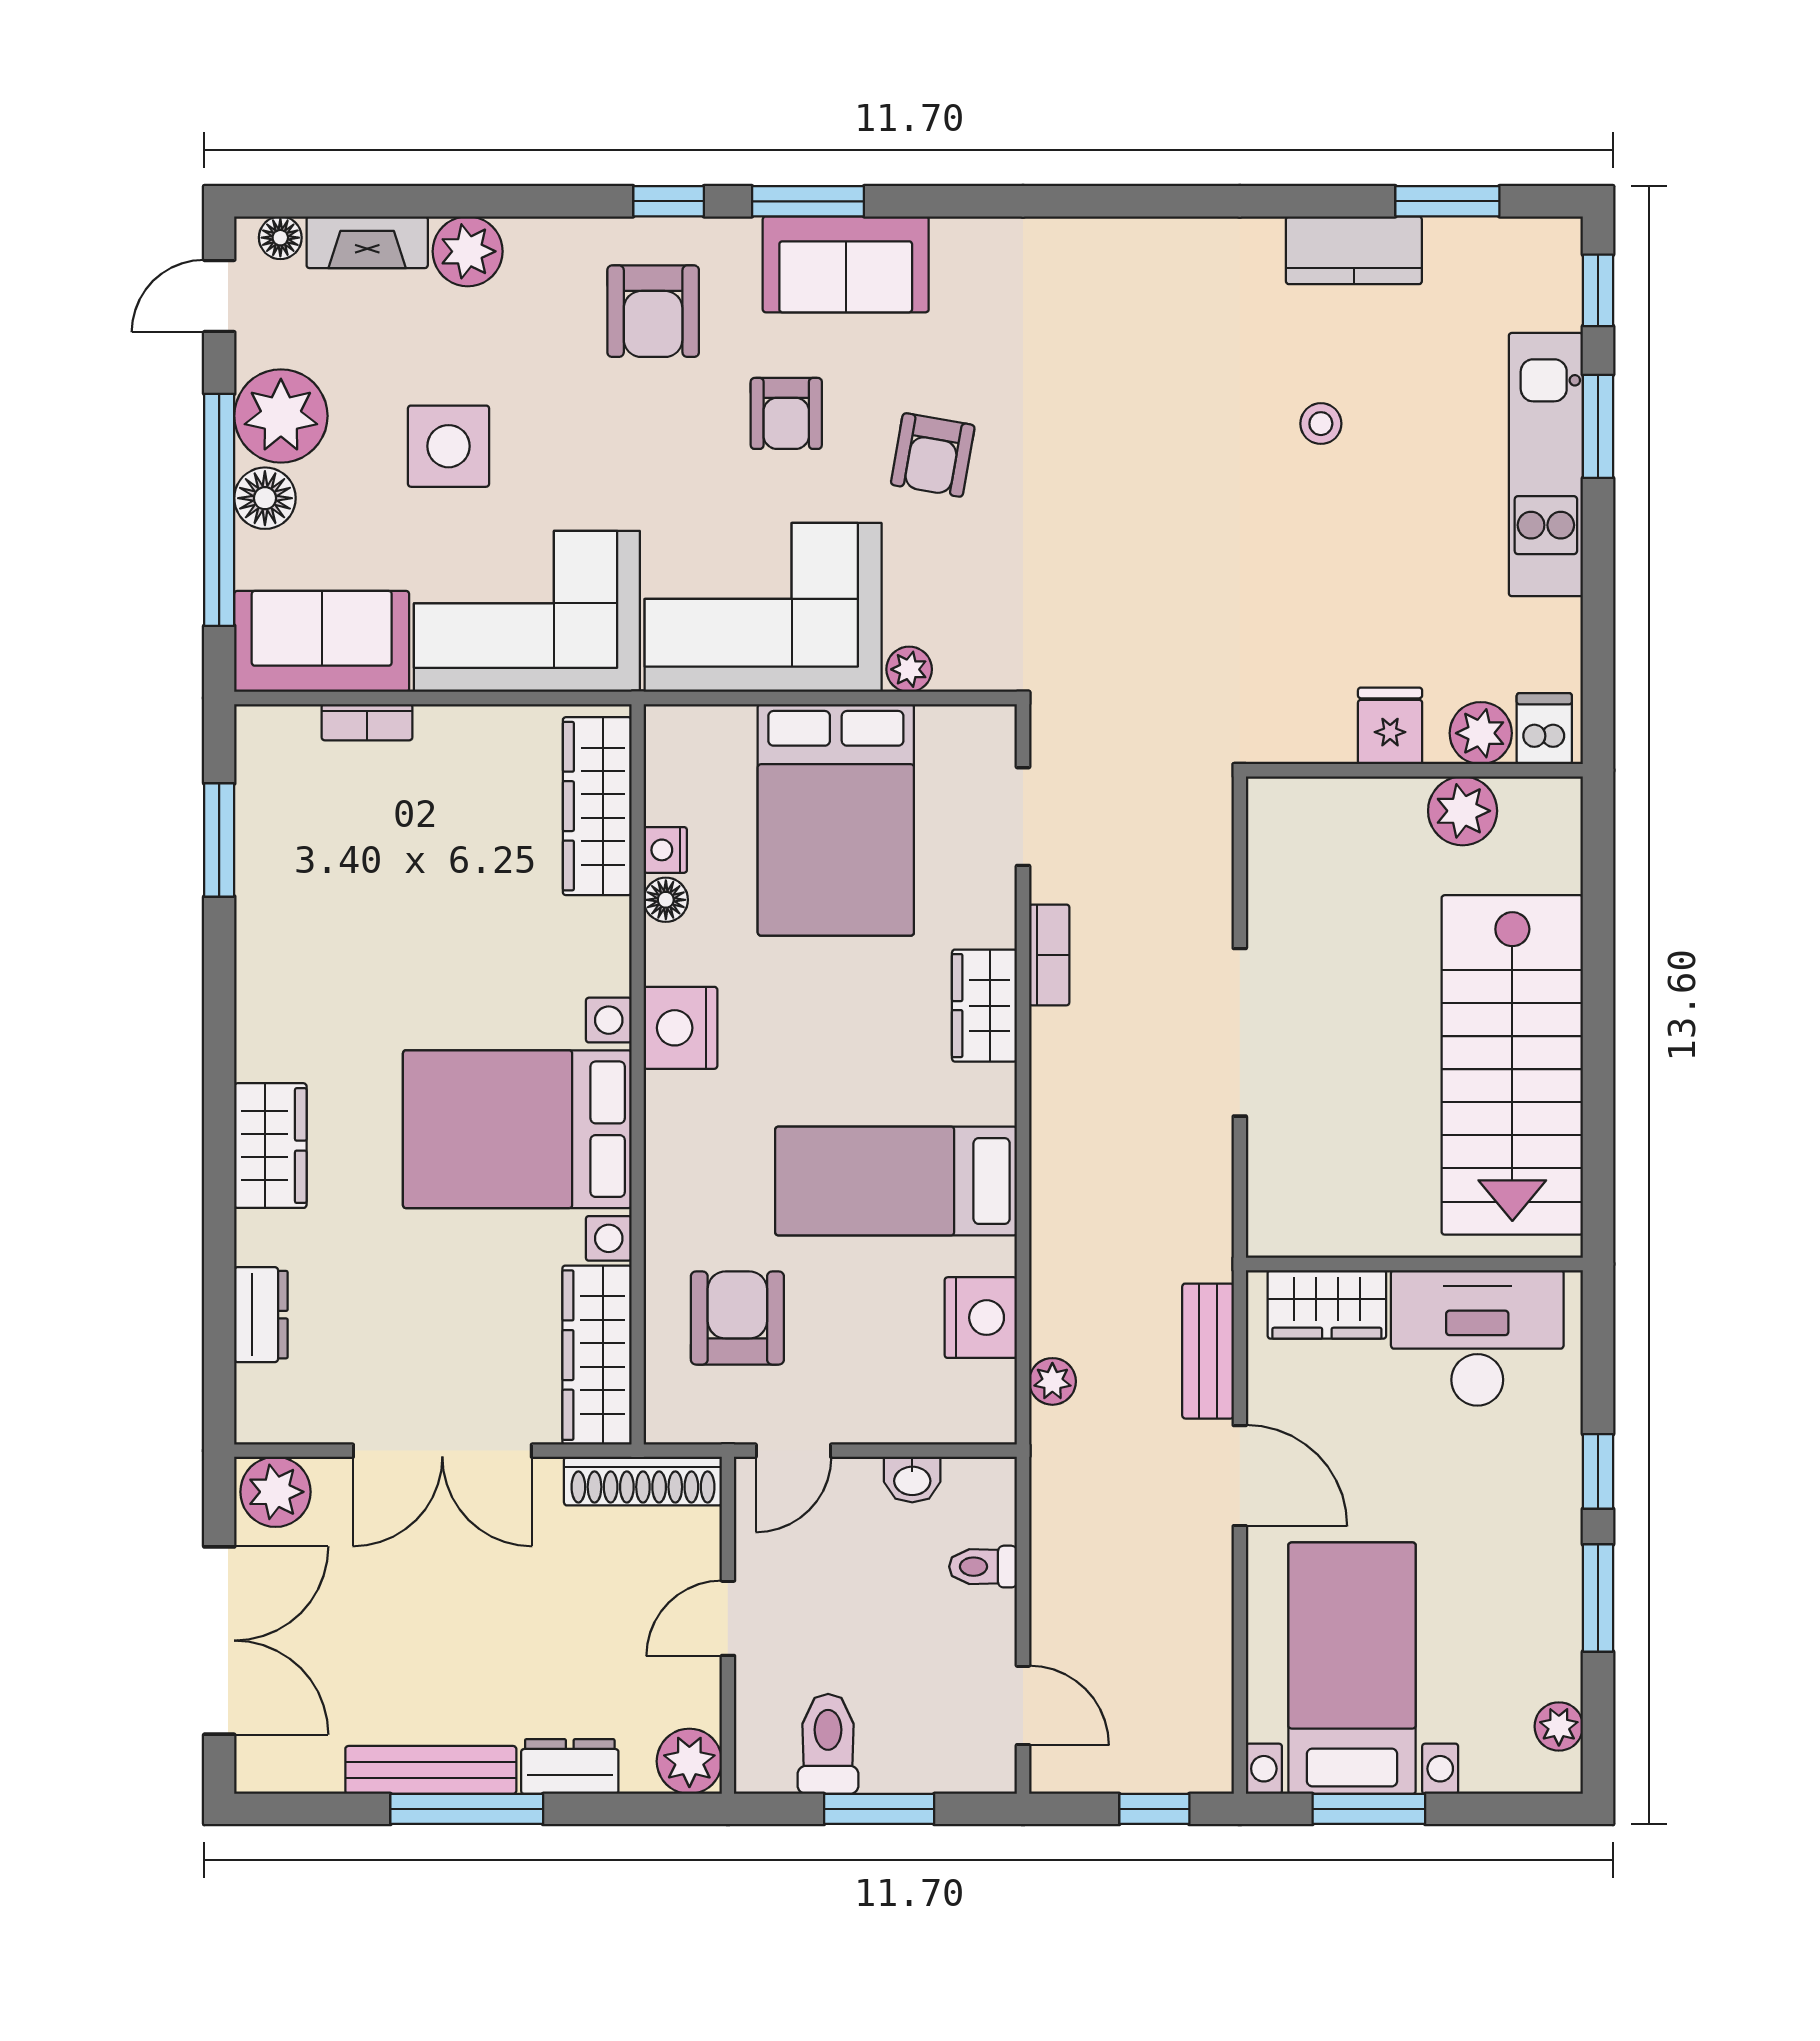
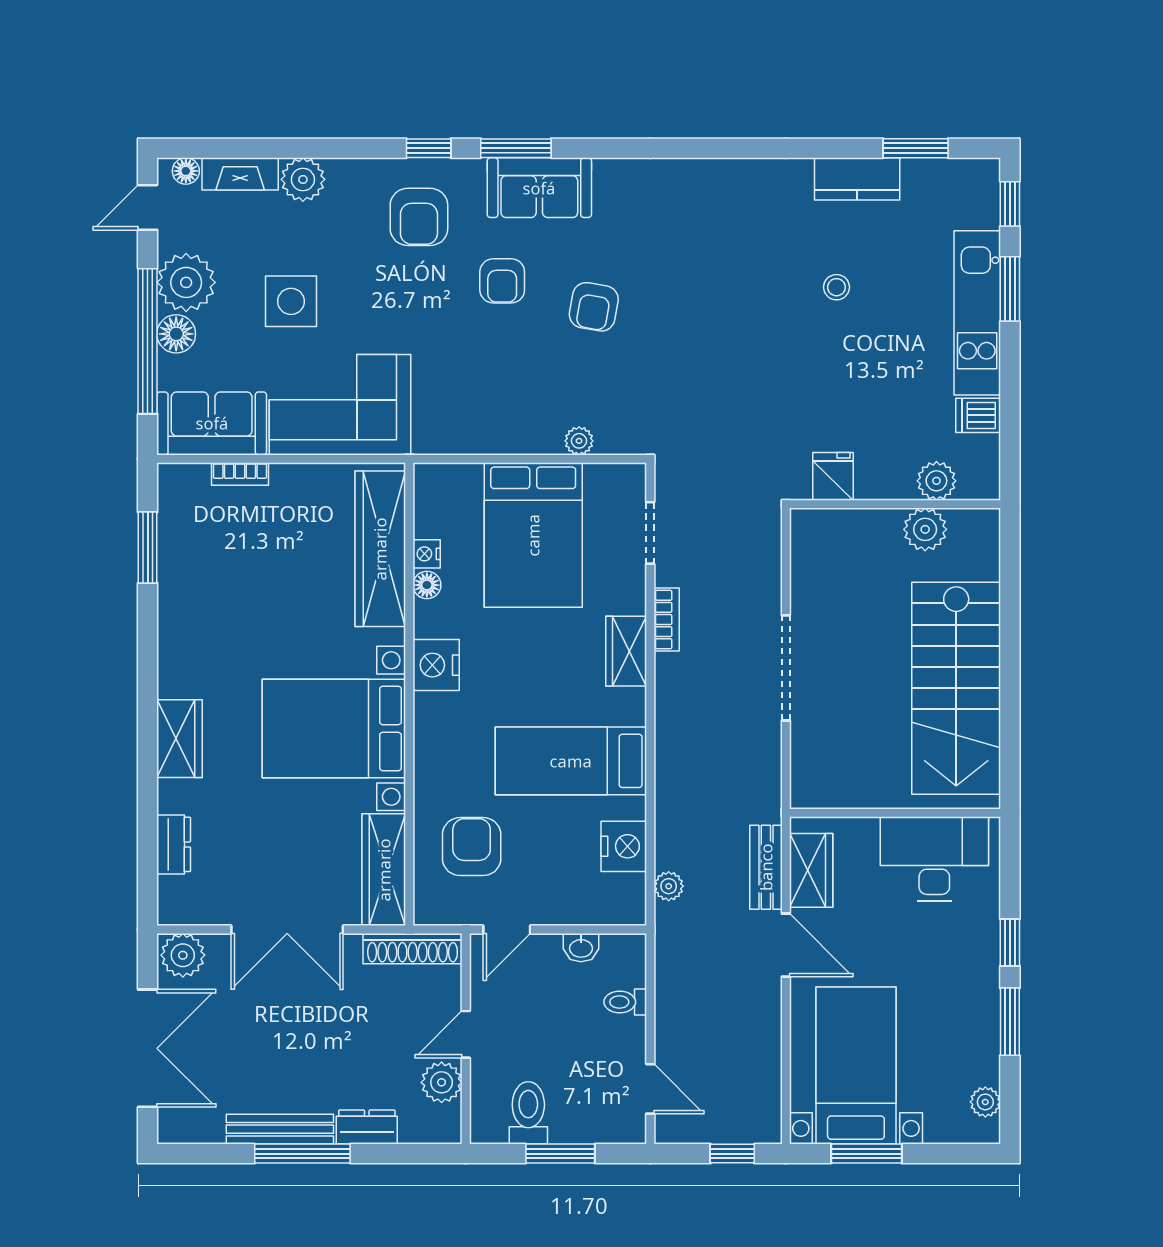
corner sofa: (763, 607) -> (488, 402), removed
fridge: (1390, 726) -> (833, 476), moved
dishwasher: (1544, 729) -> (978, 415), moved, turned -90
wardrobe: (597, 806) -> (380, 549), width x1.40, depth x1.17
wardrobe: (1327, 1304) -> (811, 870), moved, turned -90
plant: (689, 1761) -> (442, 1082), moved

